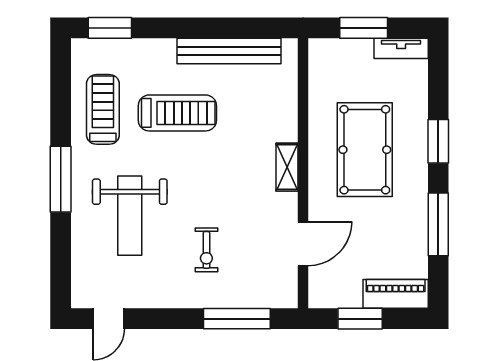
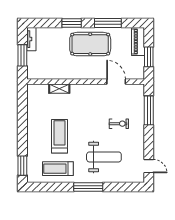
bench: (229, 51) -> (32, 114), removed
pool table: (365, 150) -> (90, 44), moved
shelving: (287, 167) -> (59, 89), moved

